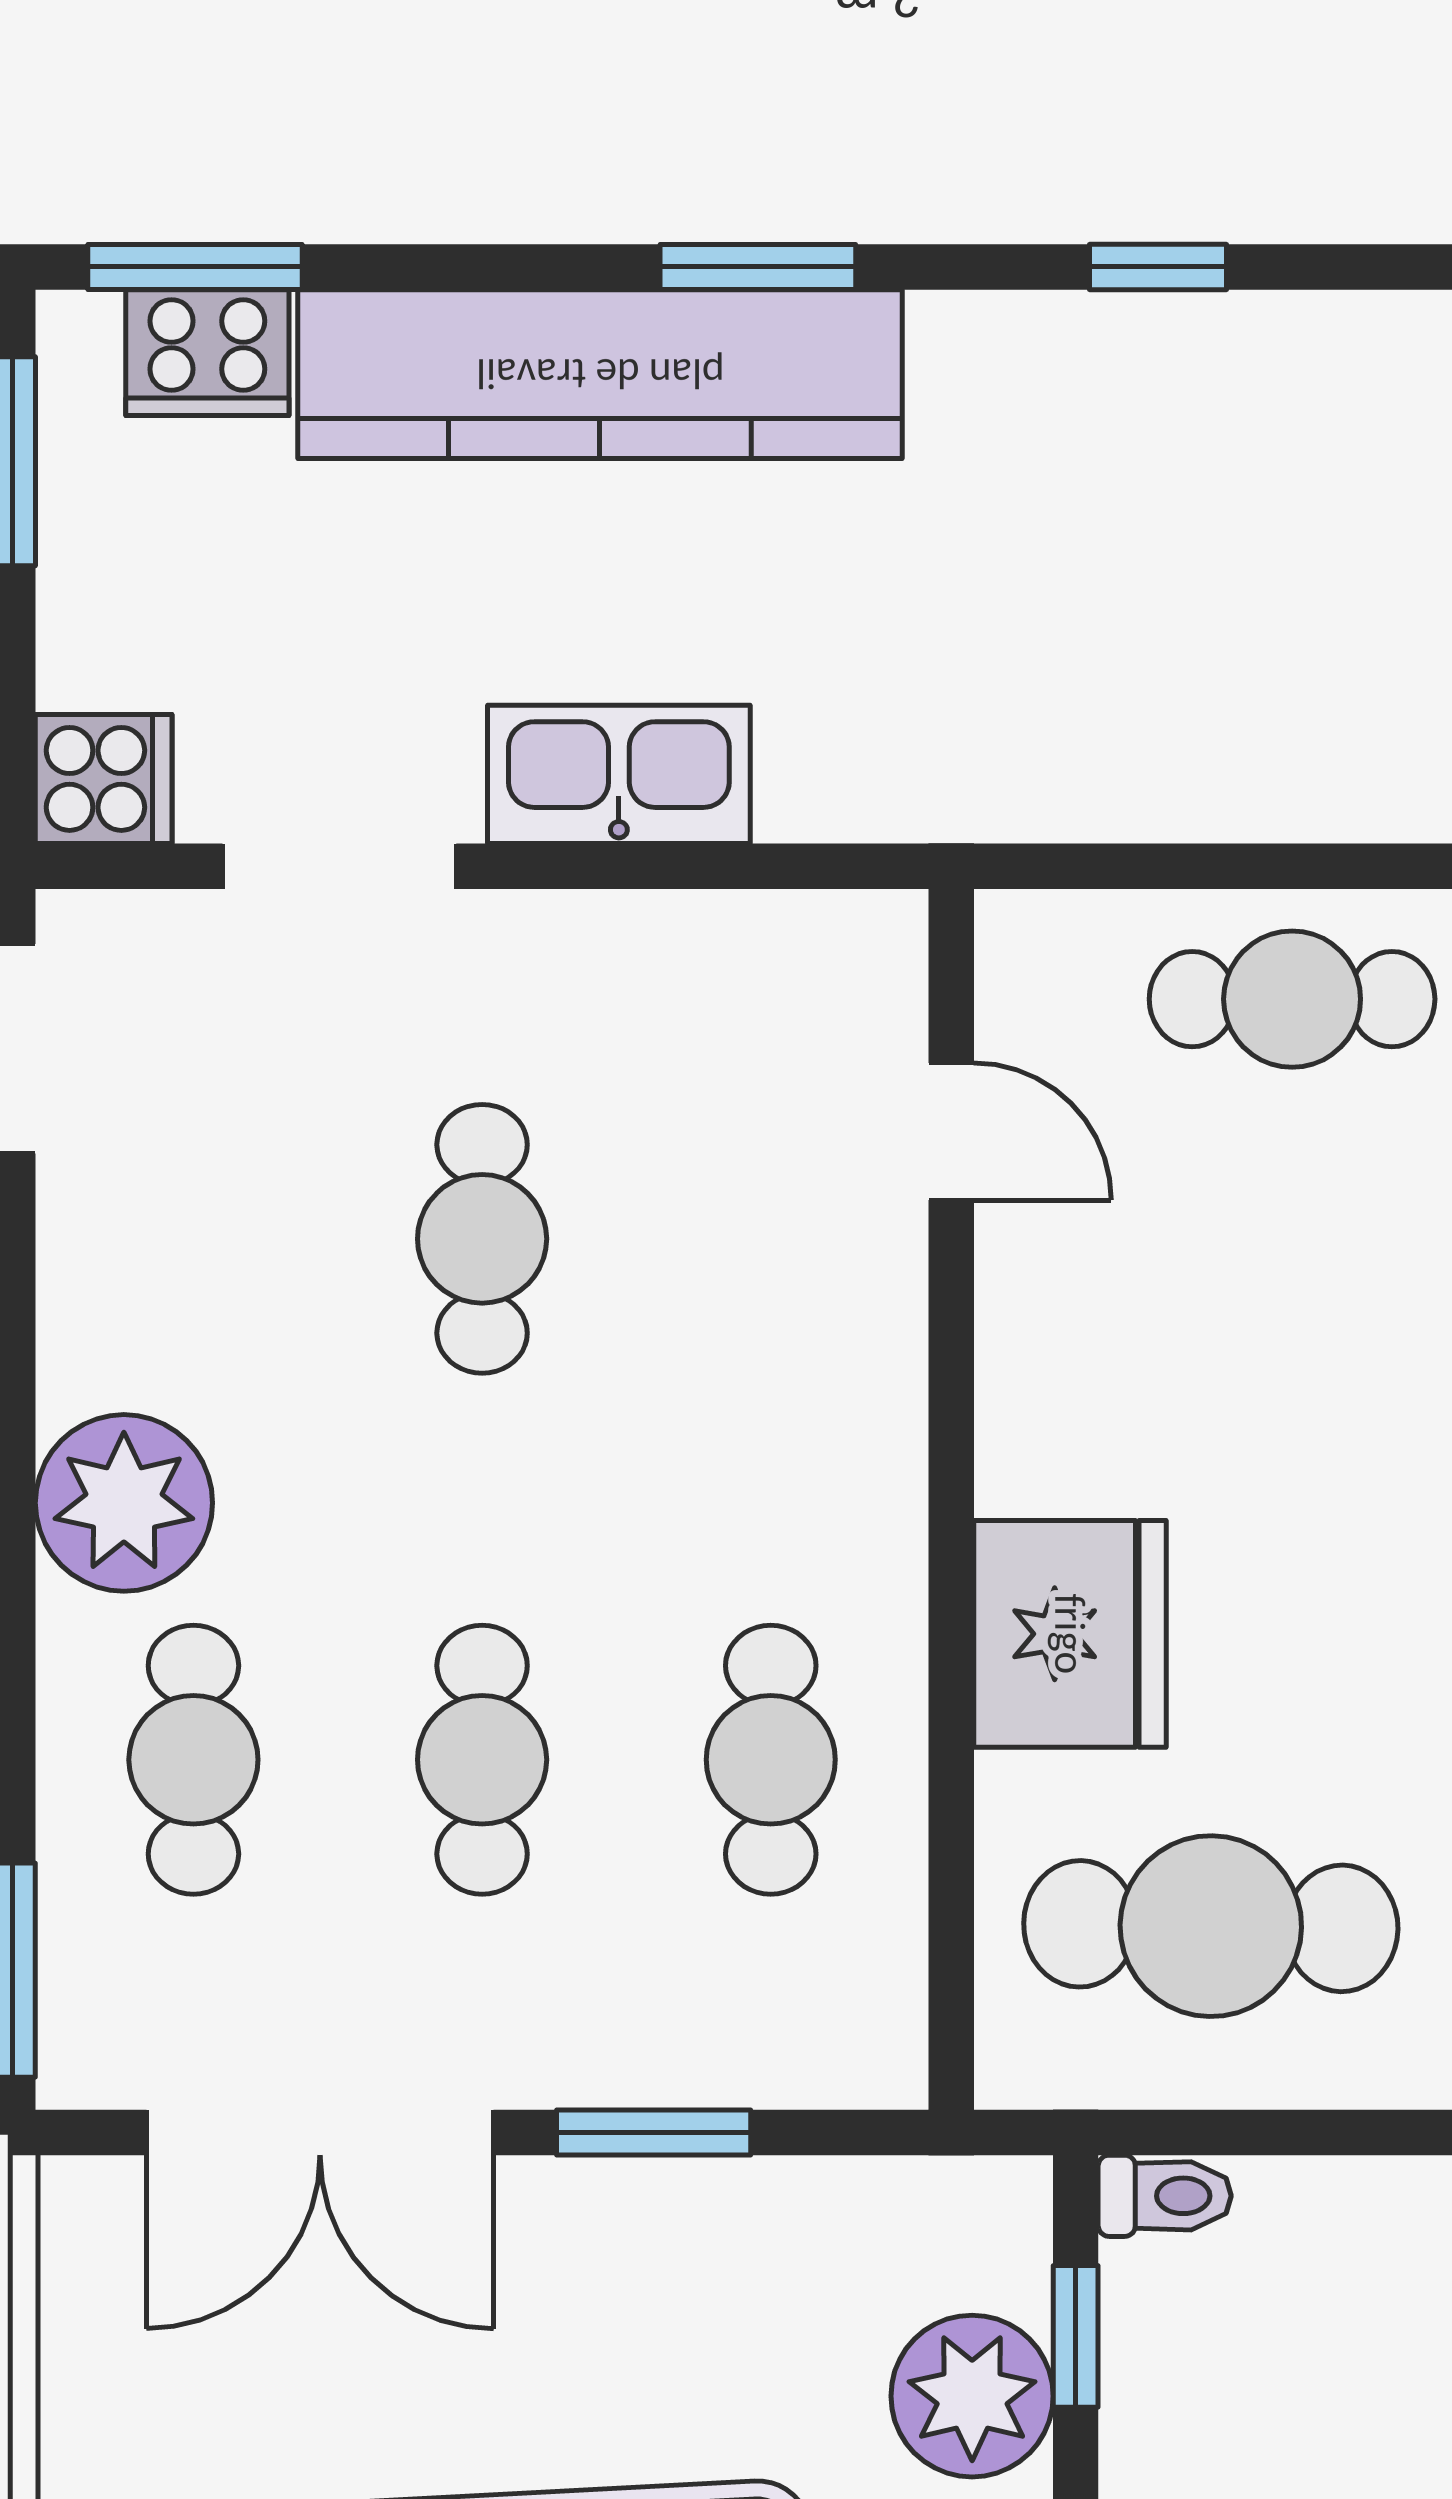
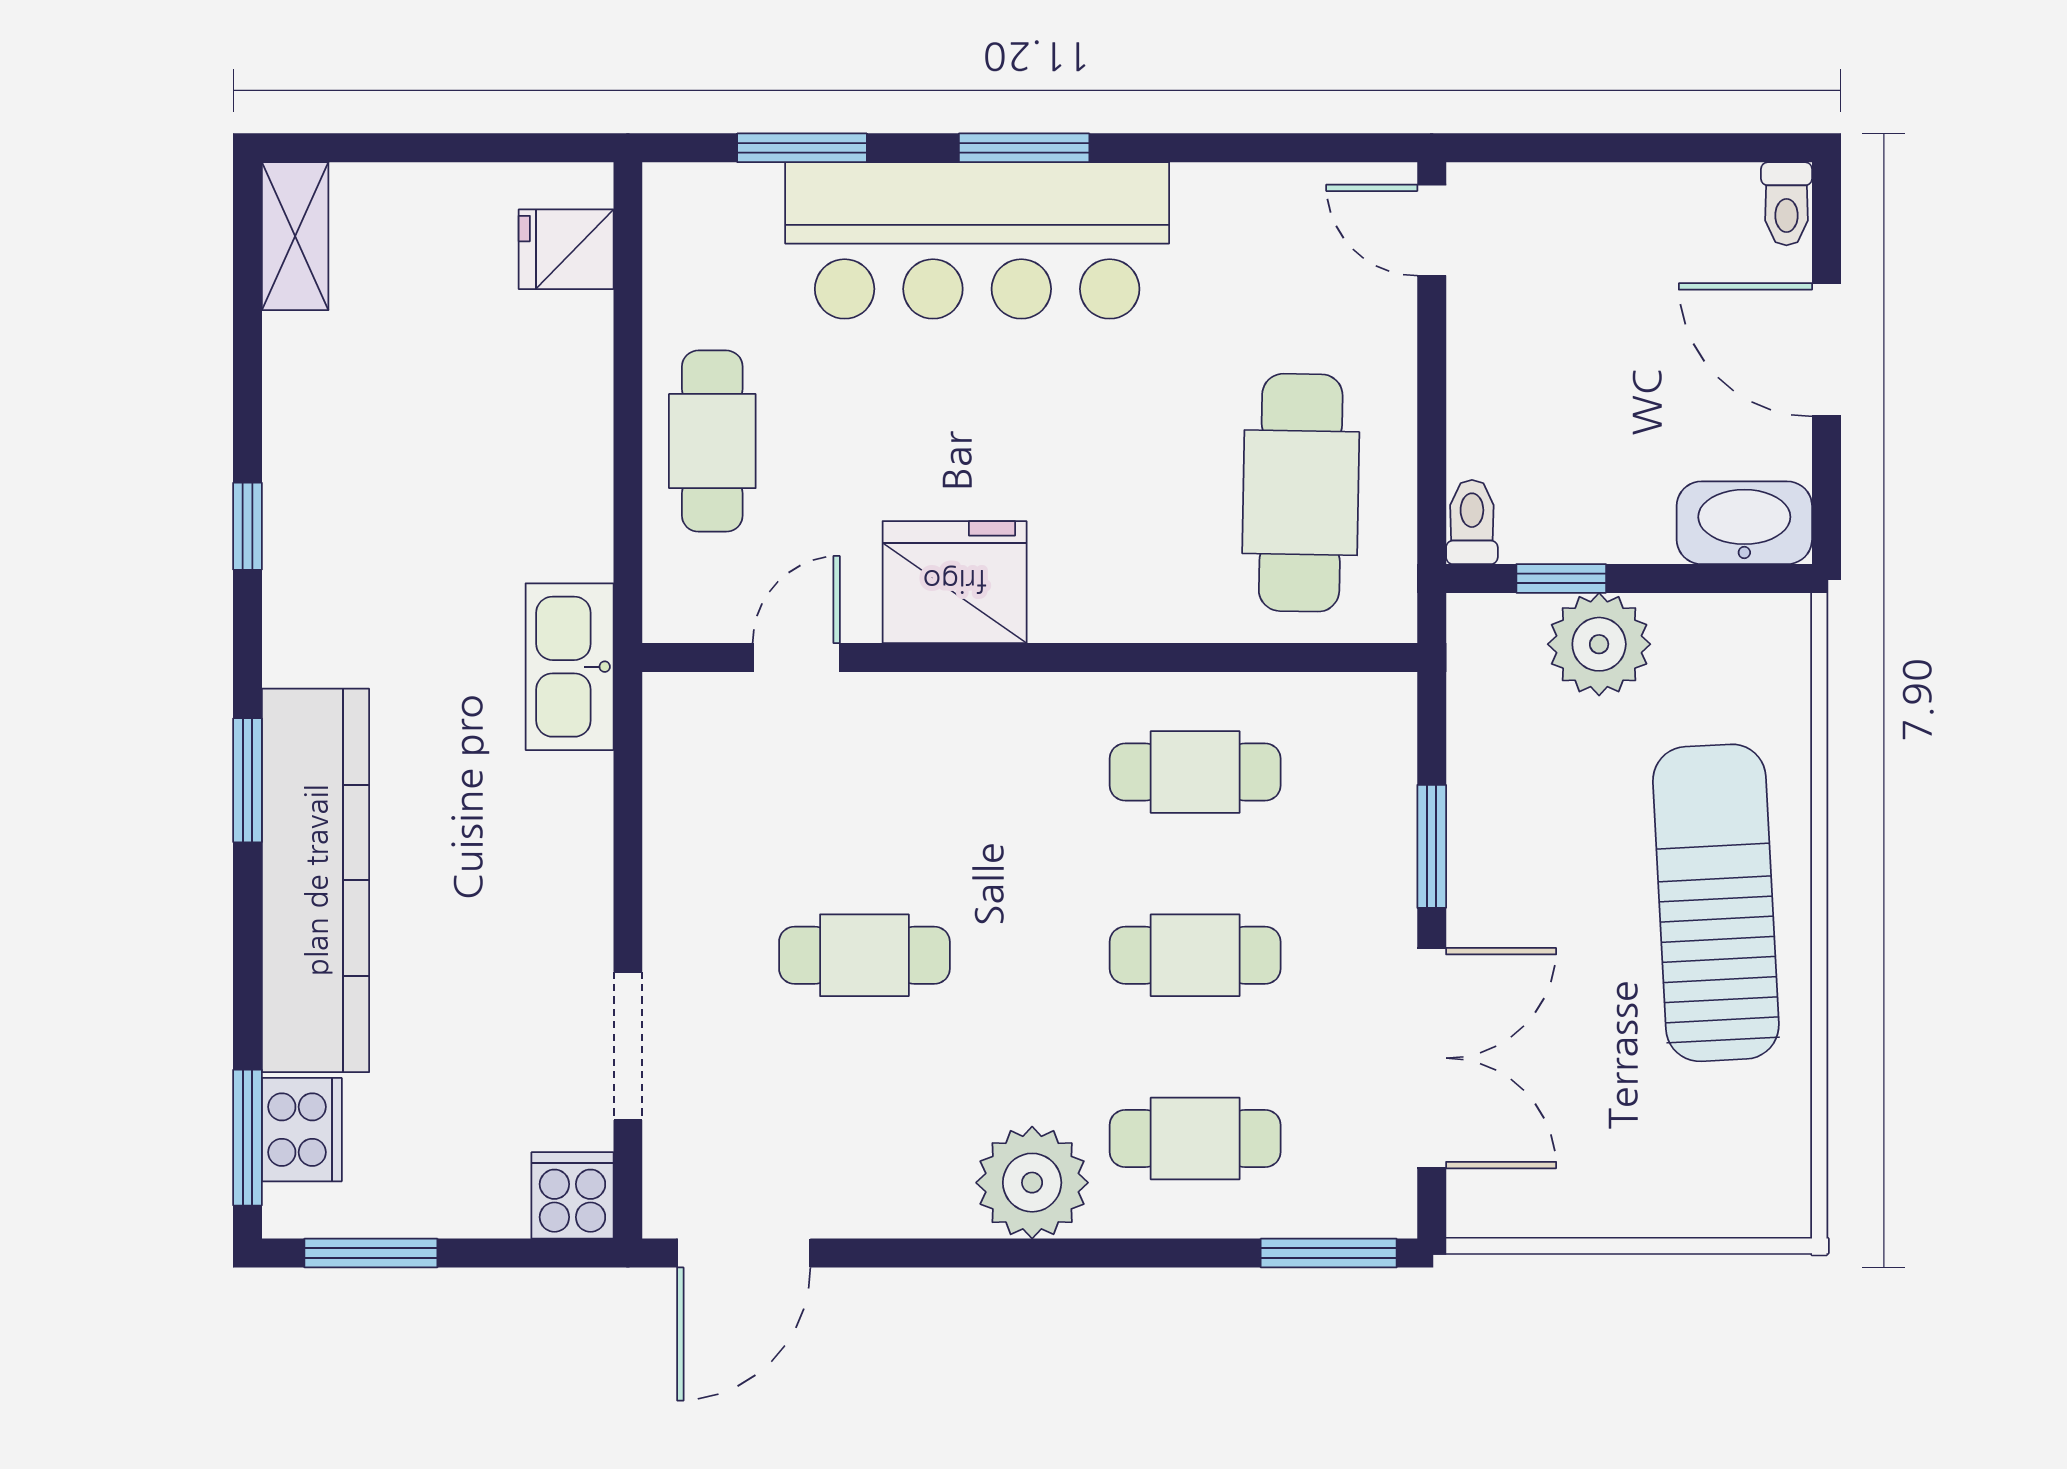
kitchen sink: (619, 774) -> (570, 667), moved
fridge: (1070, 1634) -> (955, 582), moved

